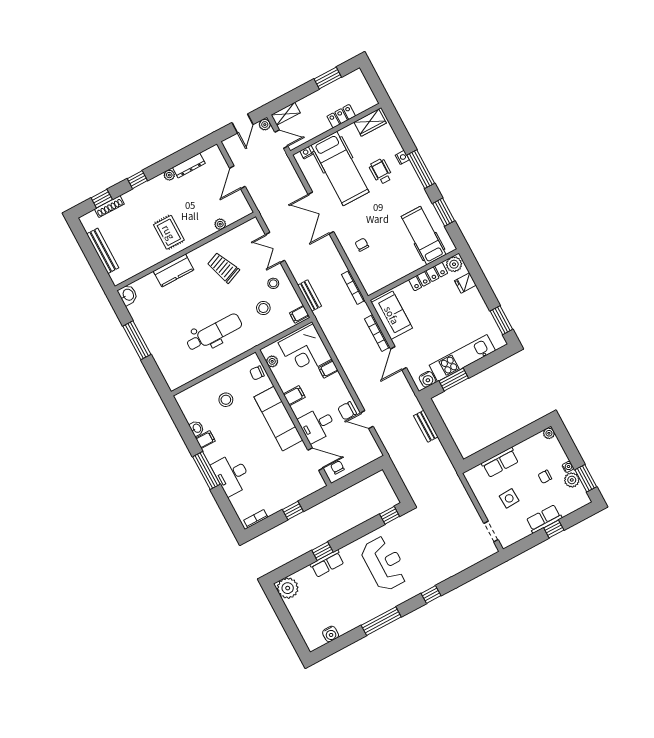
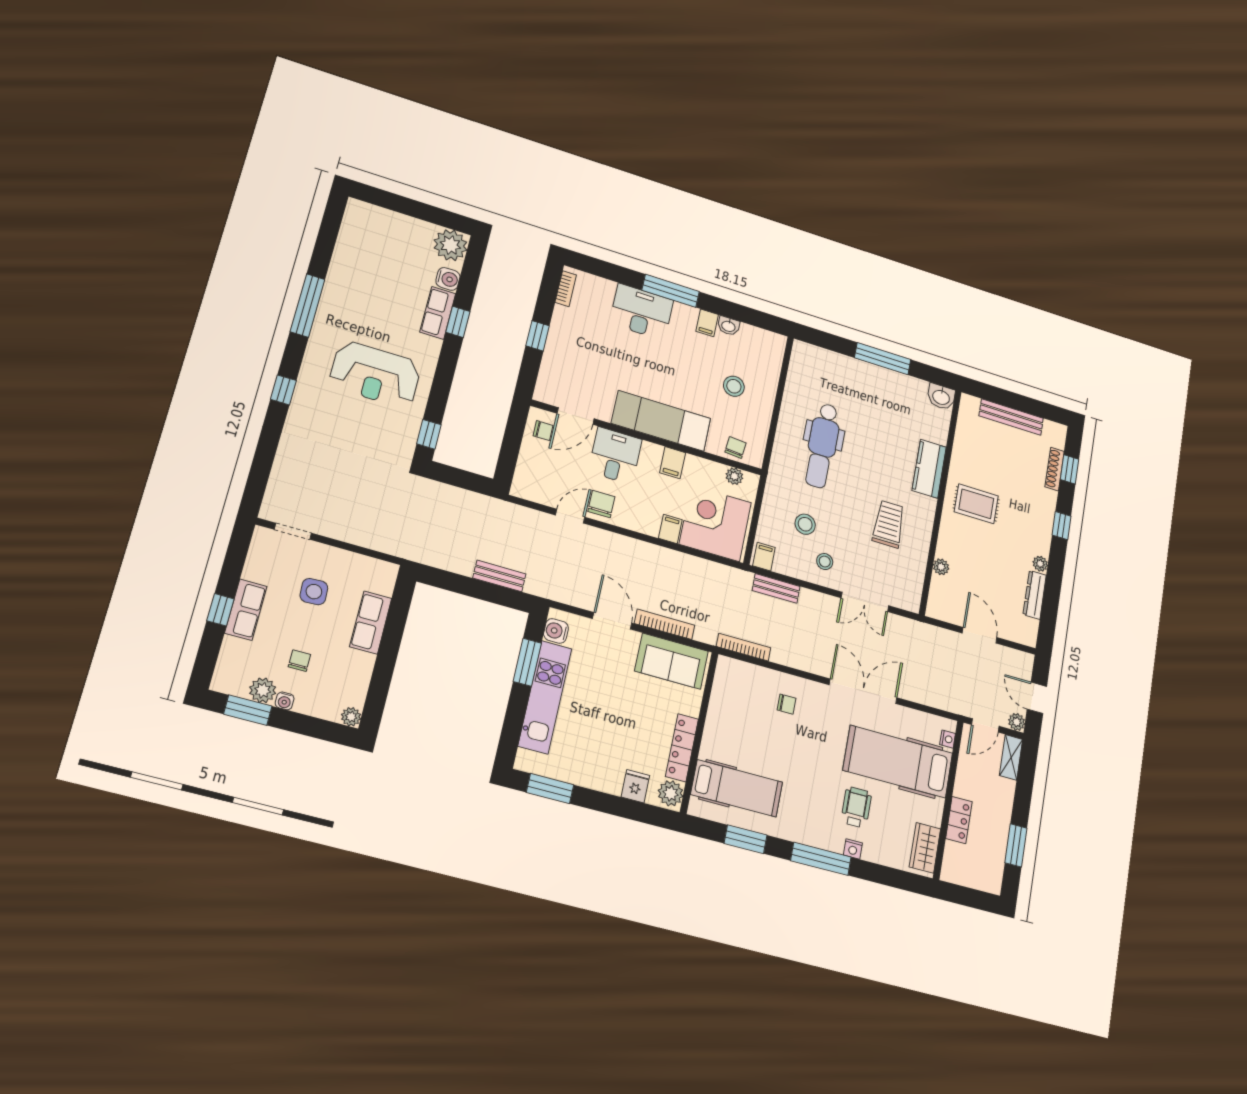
wheelchair: (381, 171) -> (856, 807), turned -90
double door: (275, 248) -> (865, 602), swing flipped
trolley: (223, 268) -> (889, 524), turned -68
water cooler: (331, 634) -> (448, 279), moved, turned 180

